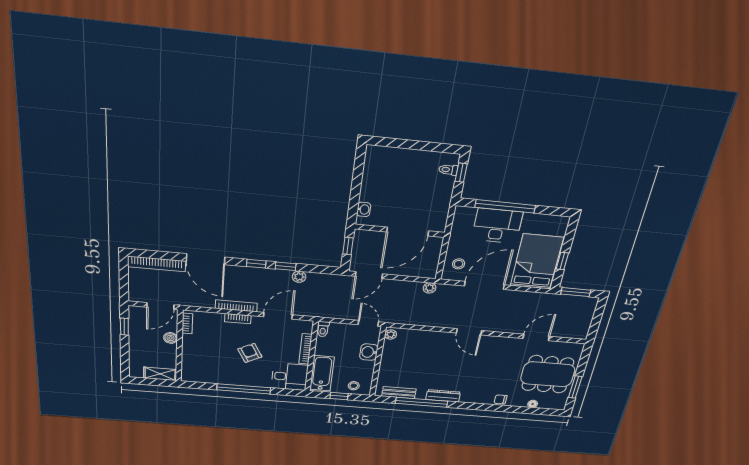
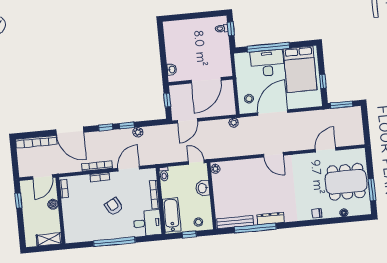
bed: (537, 262) -> (300, 69), moved, turned 180
bench: (399, 393) -> (235, 222), width x1.36

